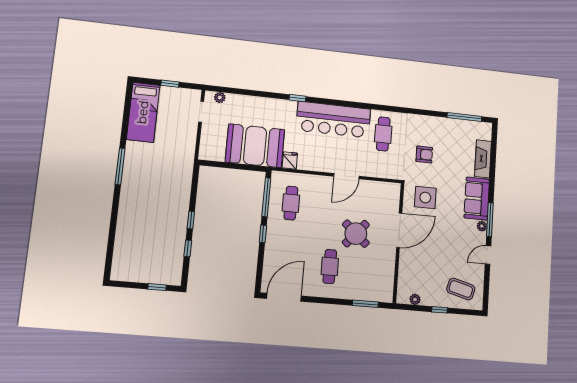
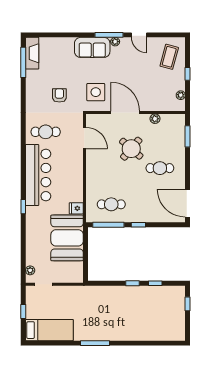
fireplace: (483, 159) -> (32, 53), moved, turned -90
door: (346, 176) -> (85, 138), moved
plant: (389, 266) -> (155, 119), added

